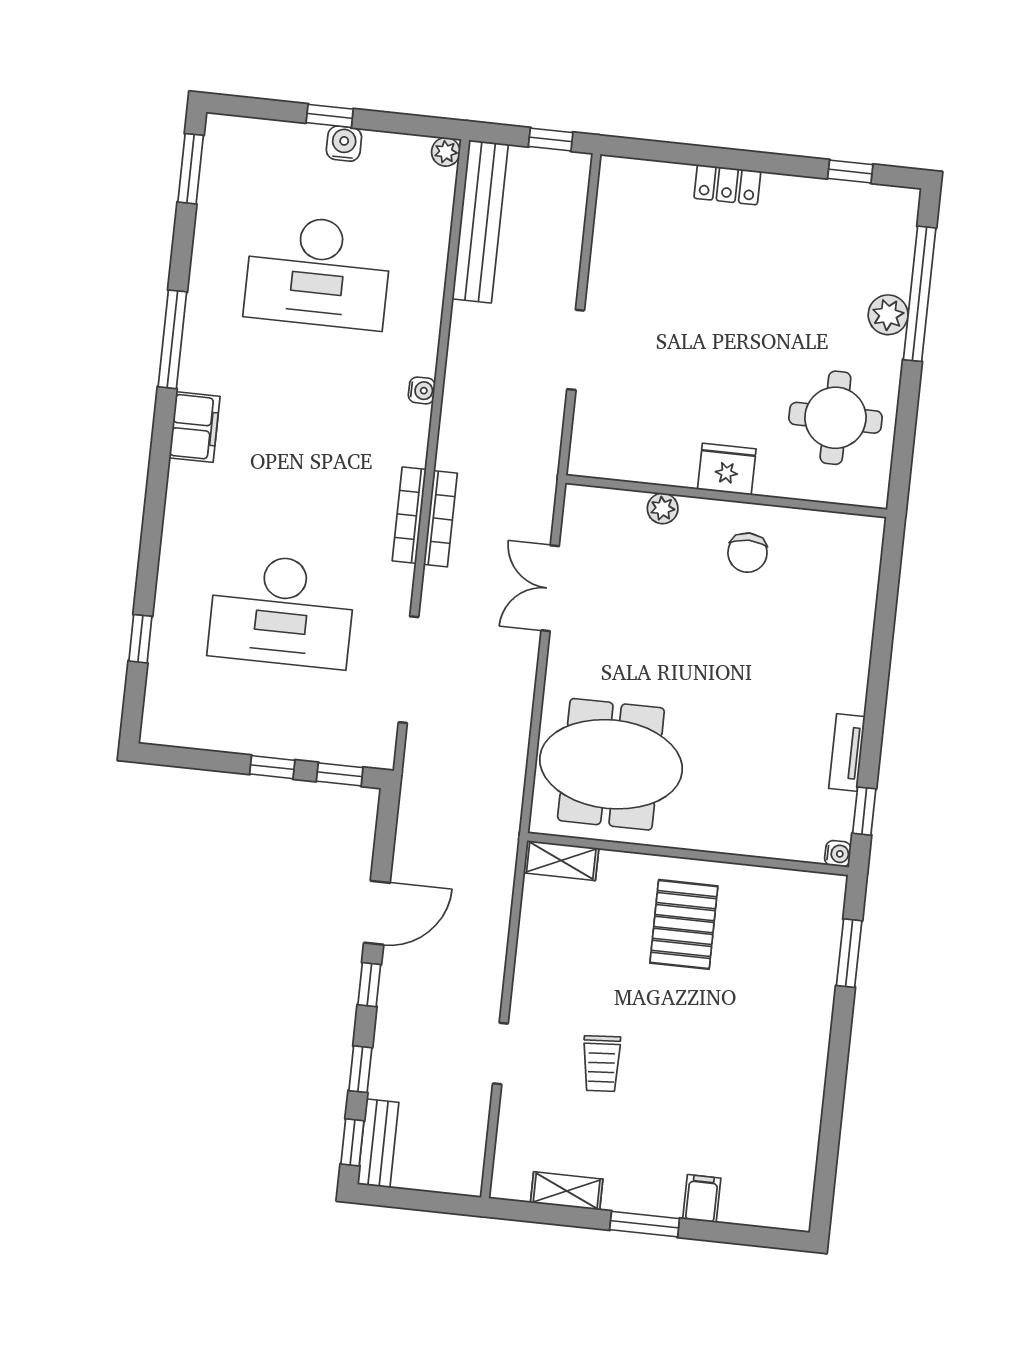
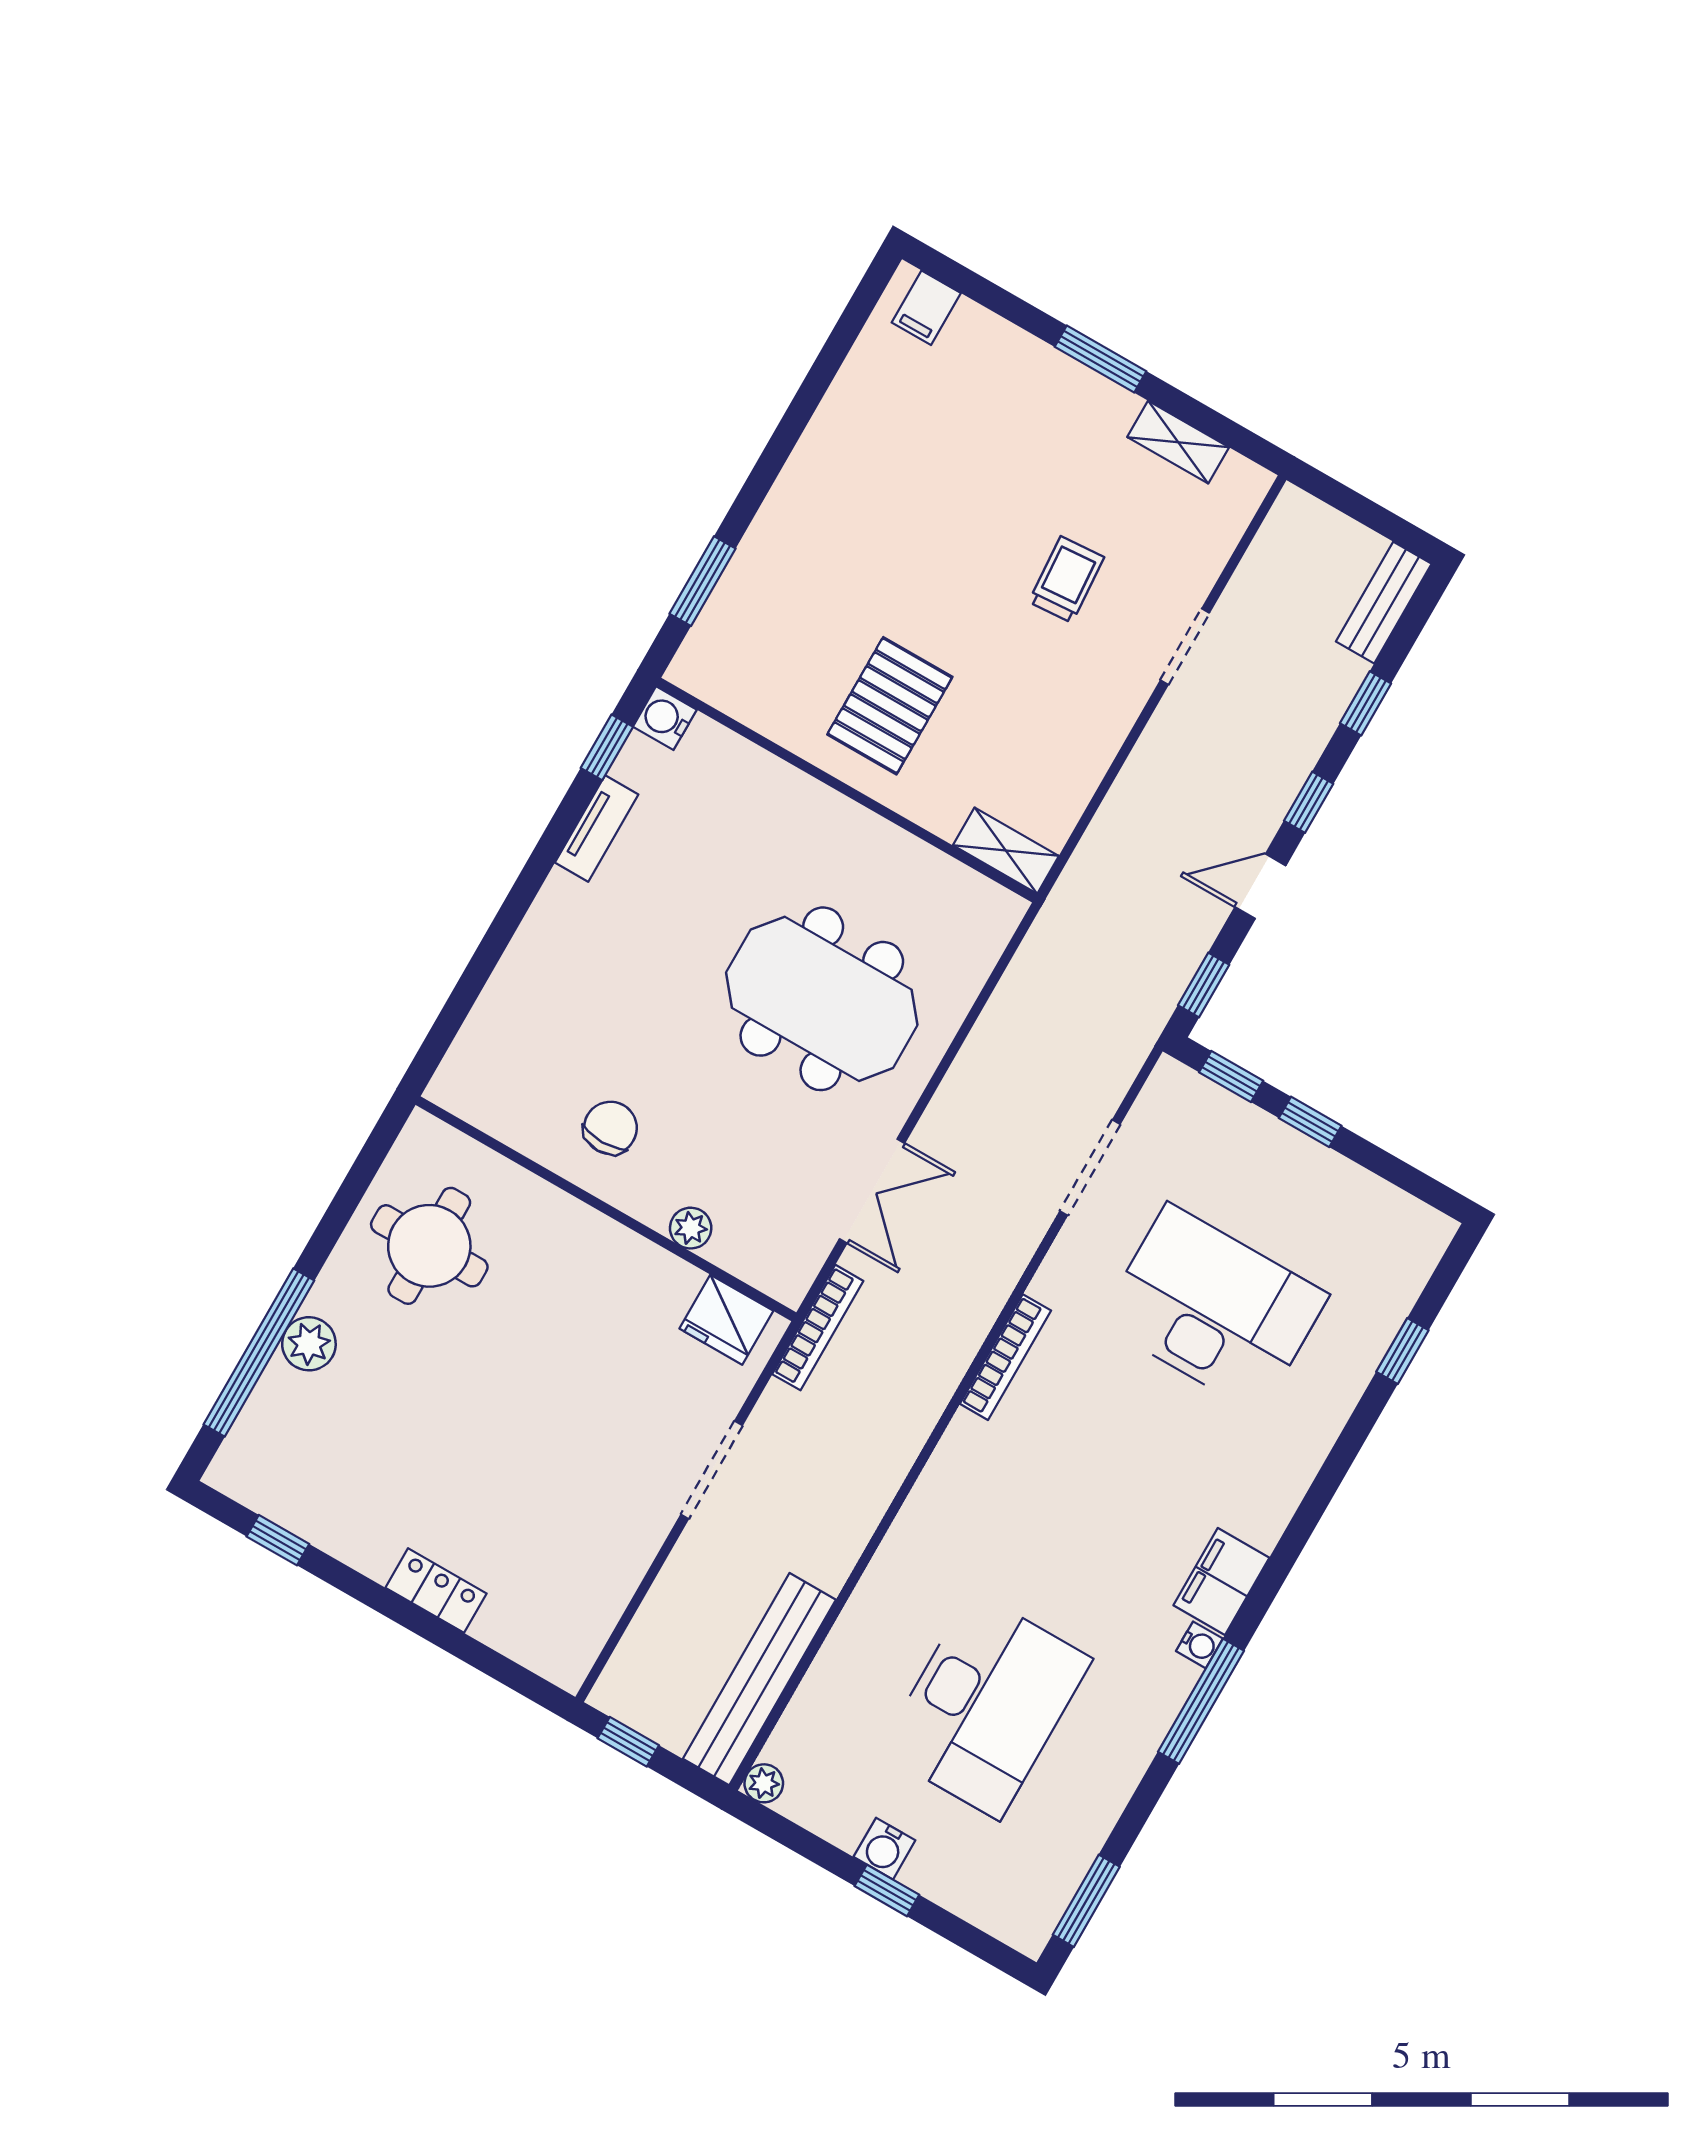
desk: (318, 272) -> (986, 1705), turned 90
water cooler: (422, 390) -> (1199, 1645), moved, turned 180
fridge: (727, 469) -> (726, 1320), moved
bookcase: (440, 519) -> (818, 1328), moved, turned 180
doorway: (408, 670) -> (1090, 1168), width x0.73
meeting table: (611, 764) -> (822, 999), moved
water cooler: (838, 854) -> (665, 718), width x1.38, depth x1.38
door: (377, 913) -> (1260, 886), width x0.73
window: (352, 1142) -> (1204, 985), moved
filing cabinet: (702, 1199) -> (926, 308), moved

